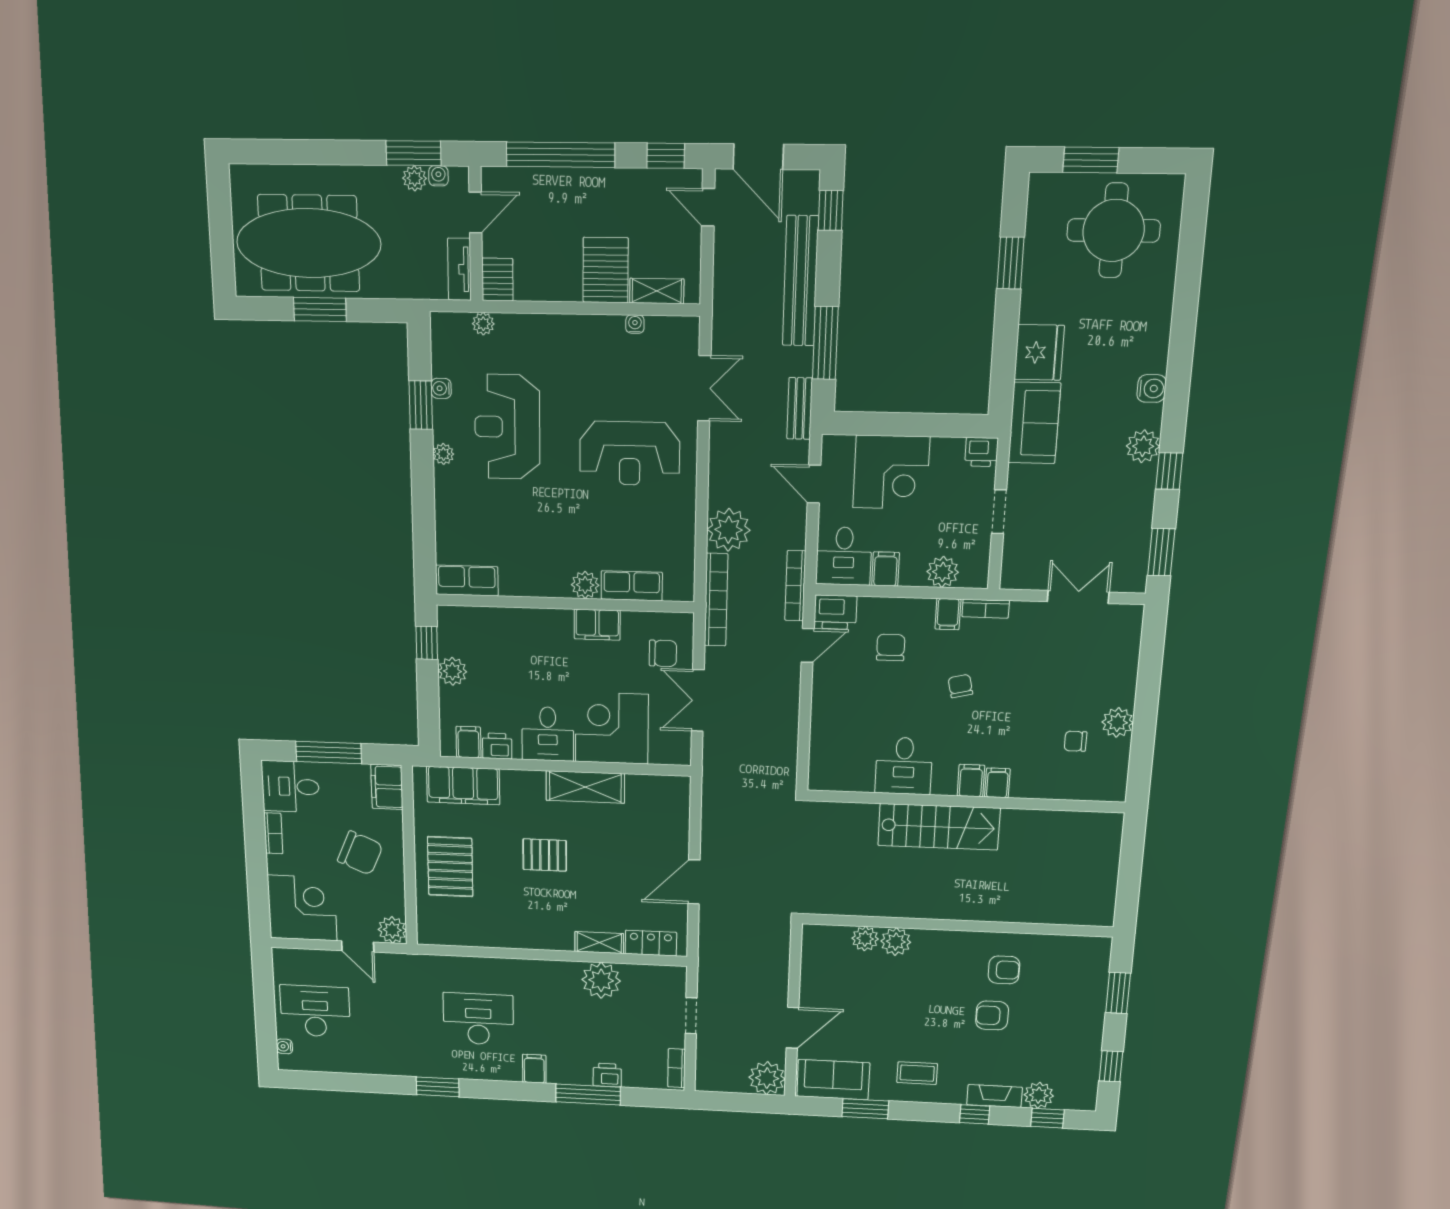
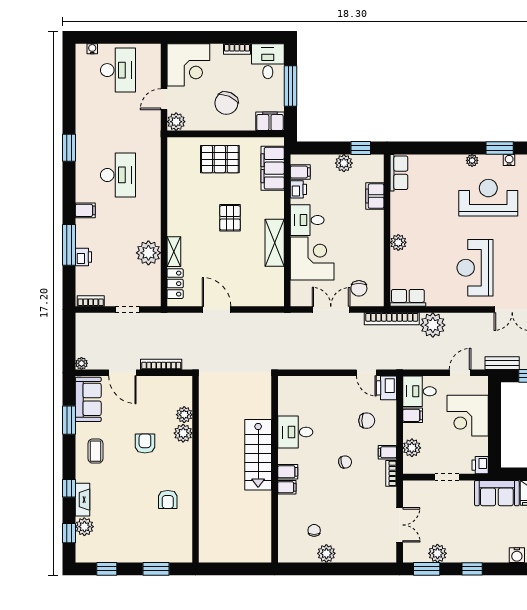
plant: (1143, 446) -> (437, 553), moved
row of seats: (632, 586) -> (408, 298), moved, turned -90
bookcase: (795, 586) -> (161, 364), moved
filing cabinet: (597, 625) -> (375, 196), moved
armchair: (992, 1015) -> (145, 444), moved
plant: (767, 1078) -> (81, 363), width x0.53, depth x0.53

